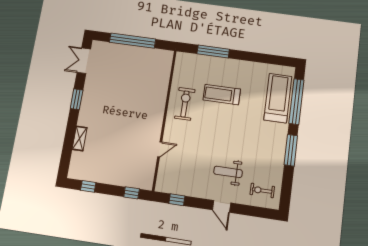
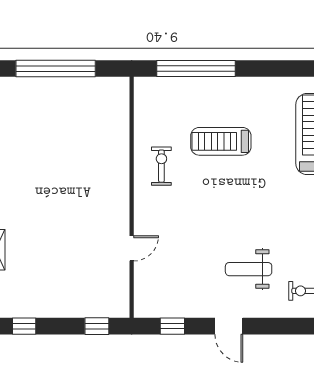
window: (213, 52) -> (196, 69), width x1.46
exercise bike: (185, 104) -> (161, 166), width x0.73, depth x0.72
door: (222, 206) -> (229, 326), moved

